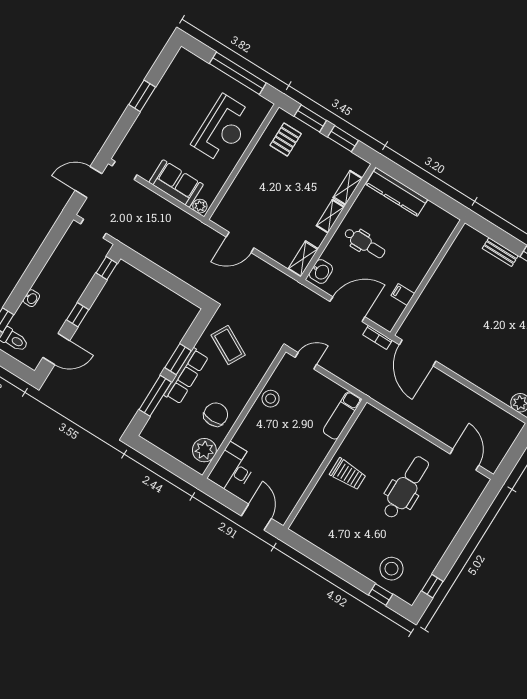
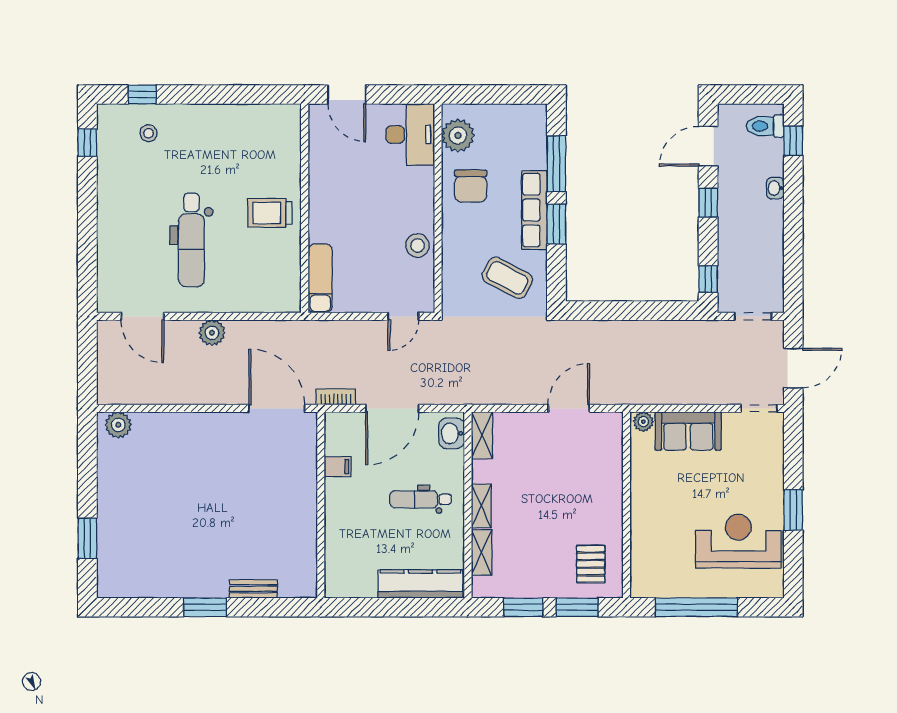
reception desk: (223, 129) -> (738, 541), moved, turned 90
plant: (428, 423) -> (212, 333), added
stool: (391, 569) -> (148, 133), width x0.53, depth x0.53

